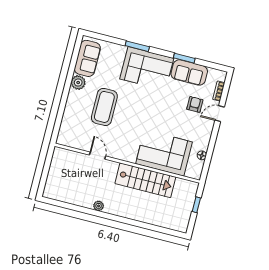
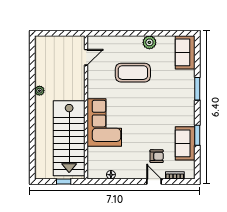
sofa: (87, 58) -> (185, 52), moved, turned 90
corner sofa: (147, 69) -> (179, 103), removed
corner sofa: (164, 153) -> (104, 122), moved
door: (98, 156) -> (86, 57), moved
stairs: (145, 180) -> (69, 138), width x1.36, depth x1.51

